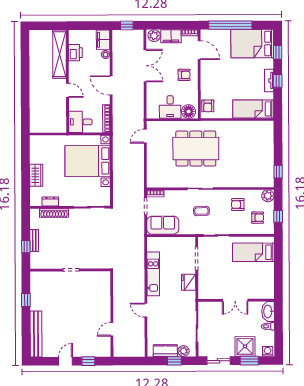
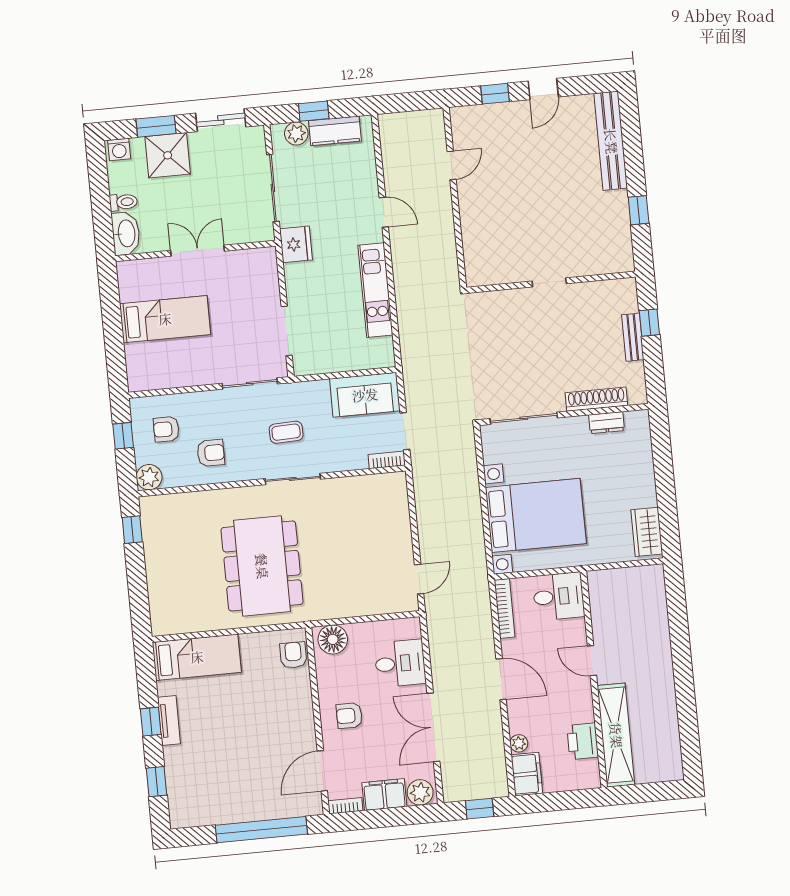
bed: (252, 44) -> (212, 795), removed
door: (199, 50) -> (322, 771), hinge flipped
desk: (170, 107) -> (400, 663), moved, turned 90
dining table: (196, 149) -> (262, 566), moved, turned 90
wardrobe: (36, 175) -> (647, 532), moved
bed: (253, 252) -> (165, 319), moved
fridge: (189, 282) -> (296, 244), moved

